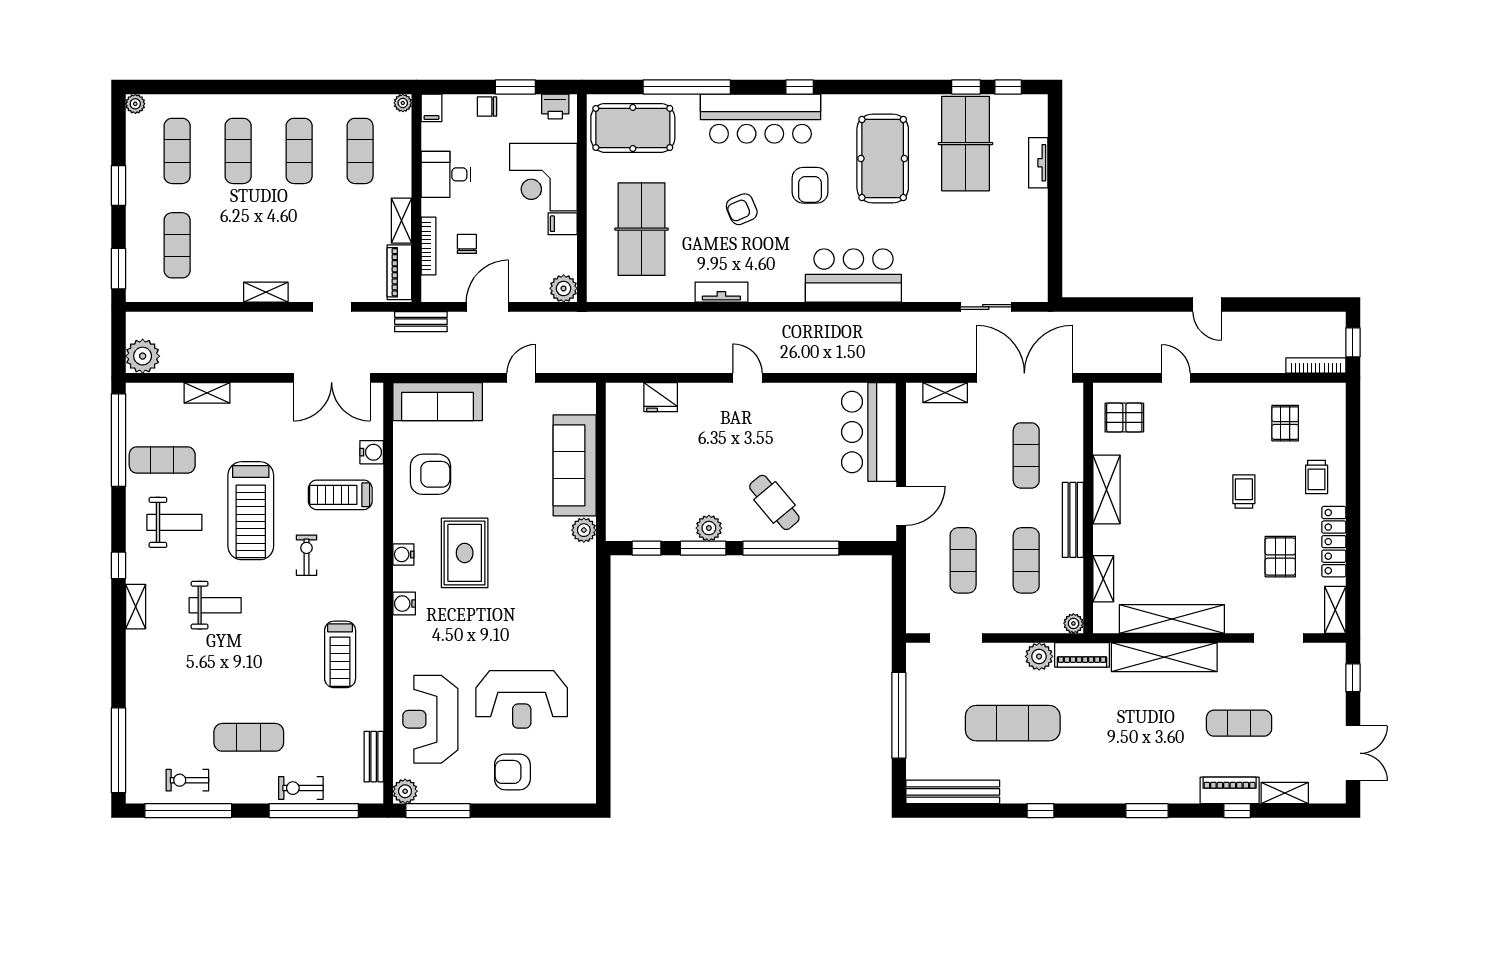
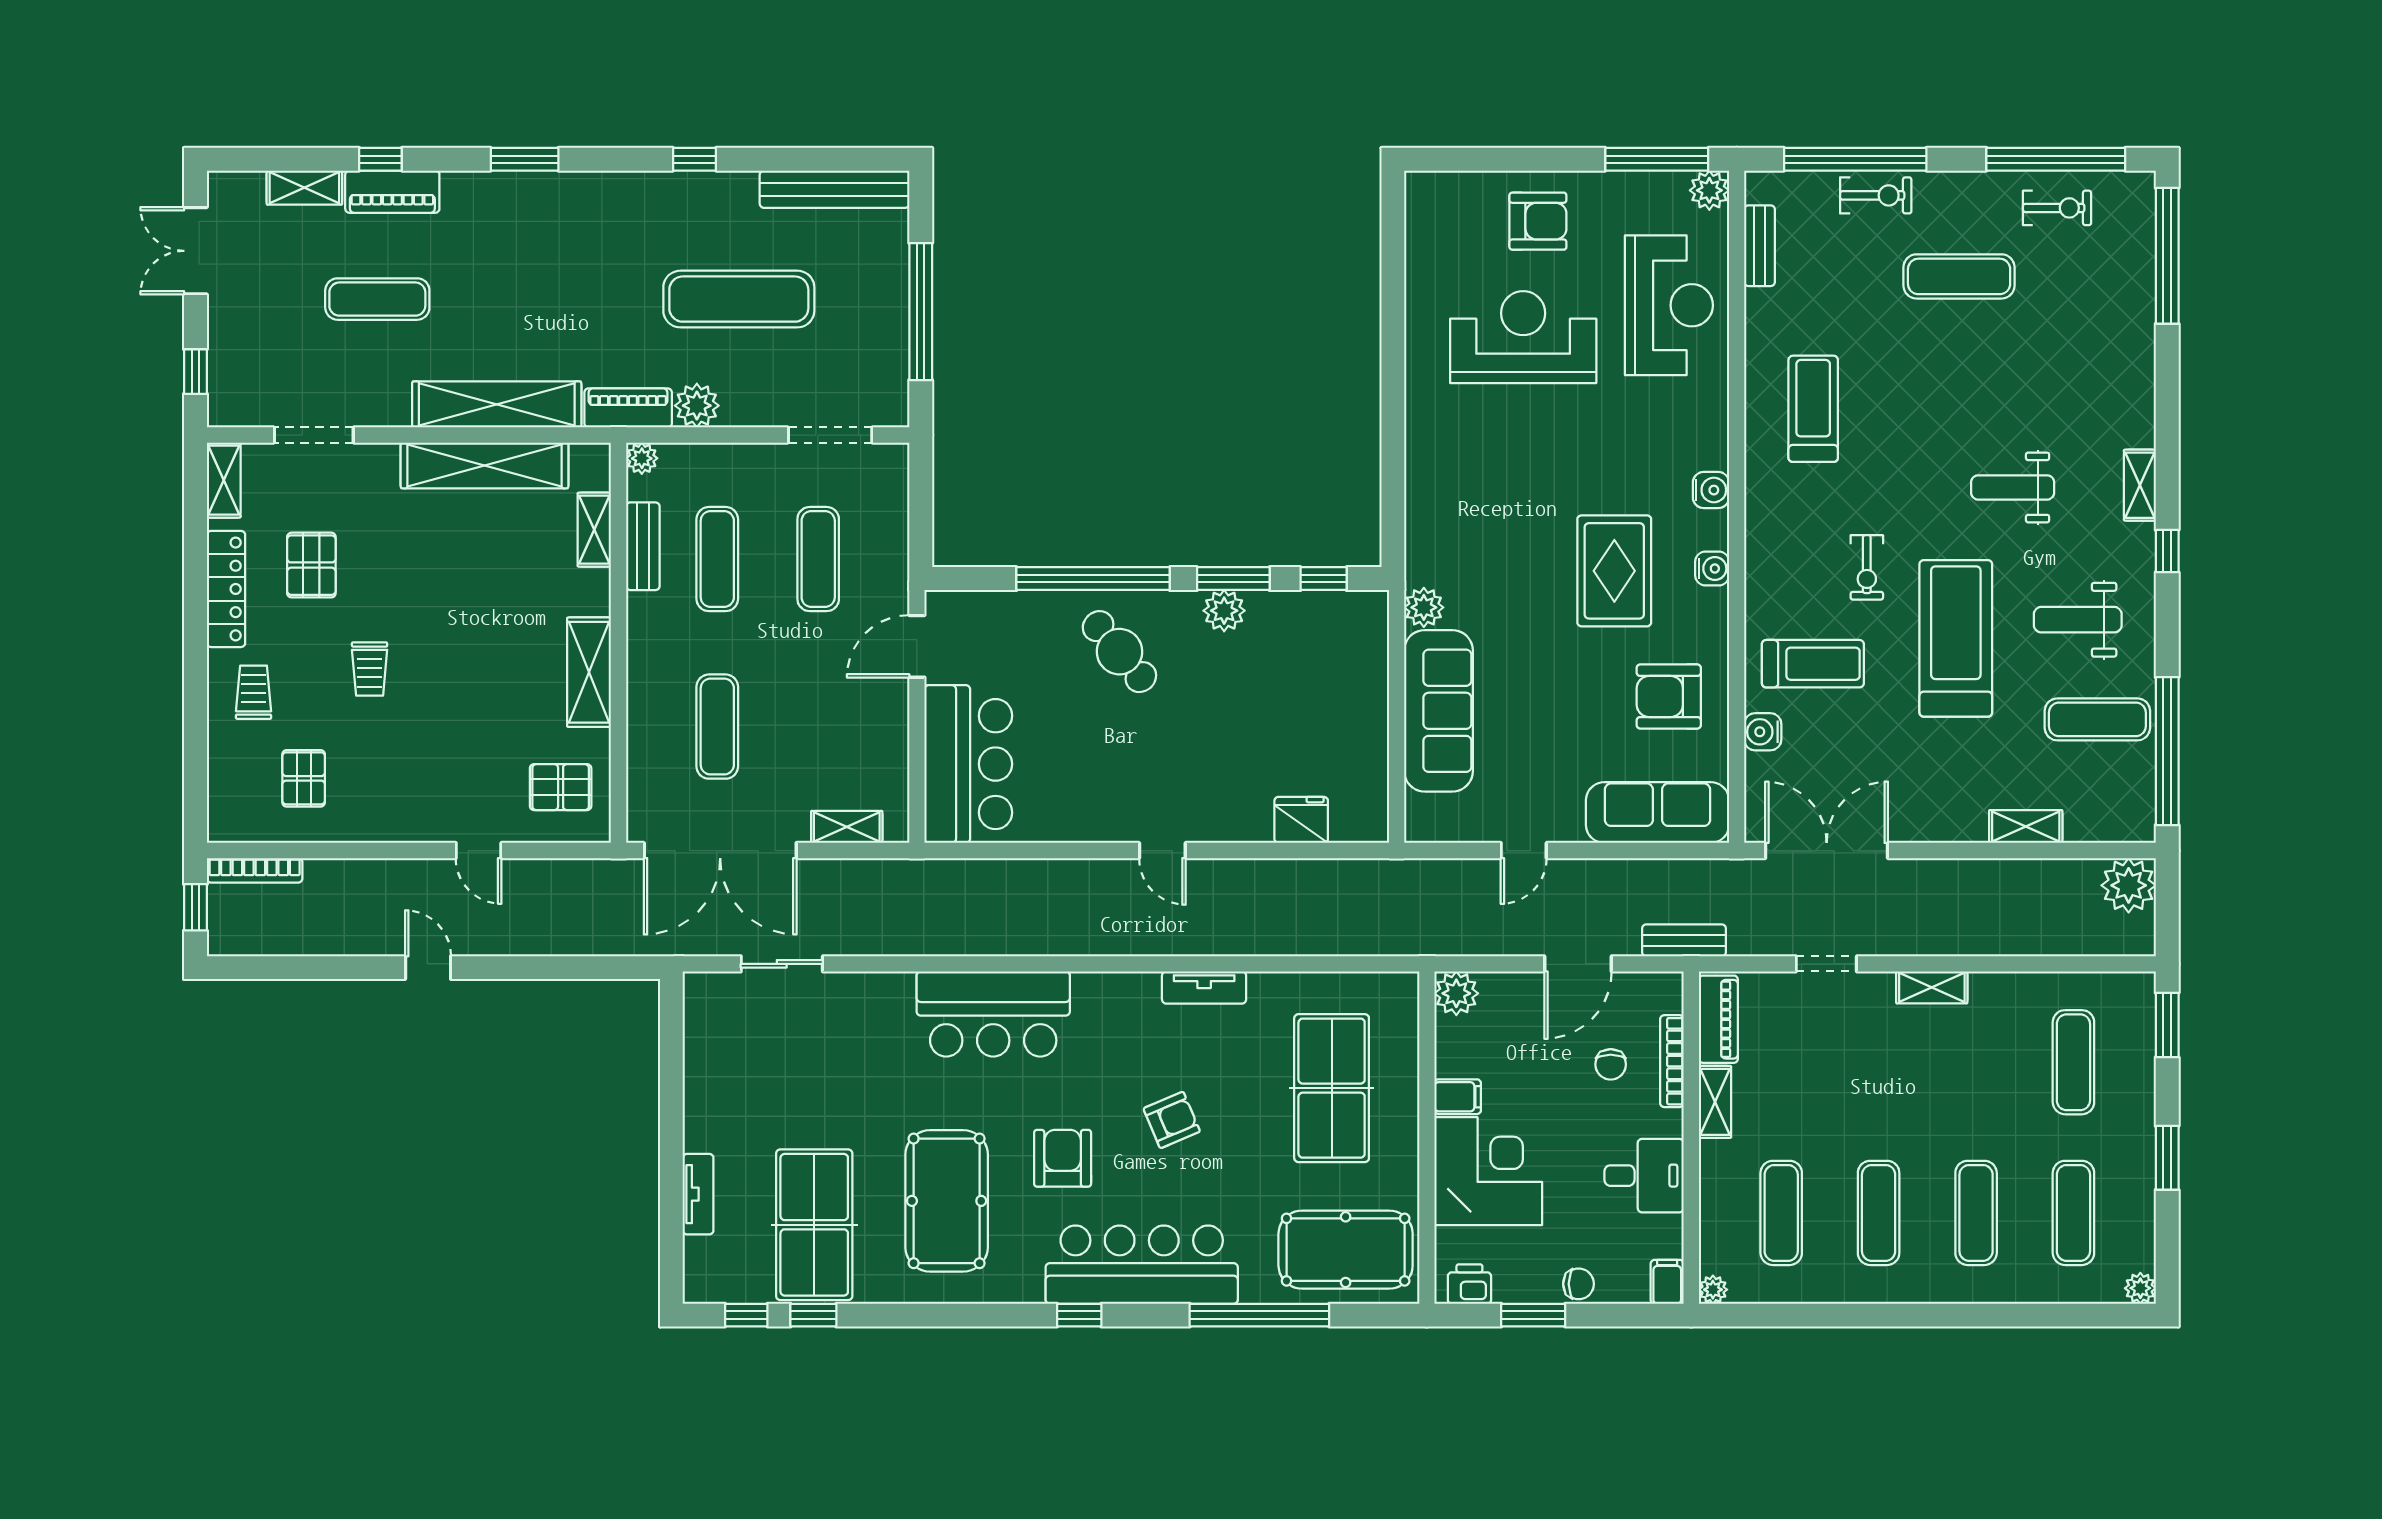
bench: (1073, 520) -> (643, 546), moved, width x0.73

